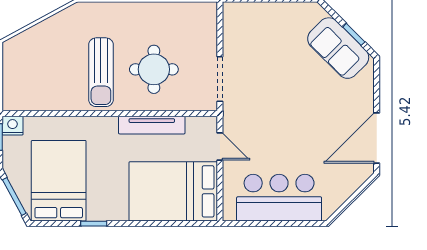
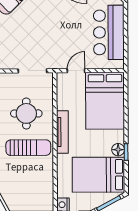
tv unit: (152, 125) -> (62, 132), moved
floor lamp: (97, 211) -> (118, 150), added

